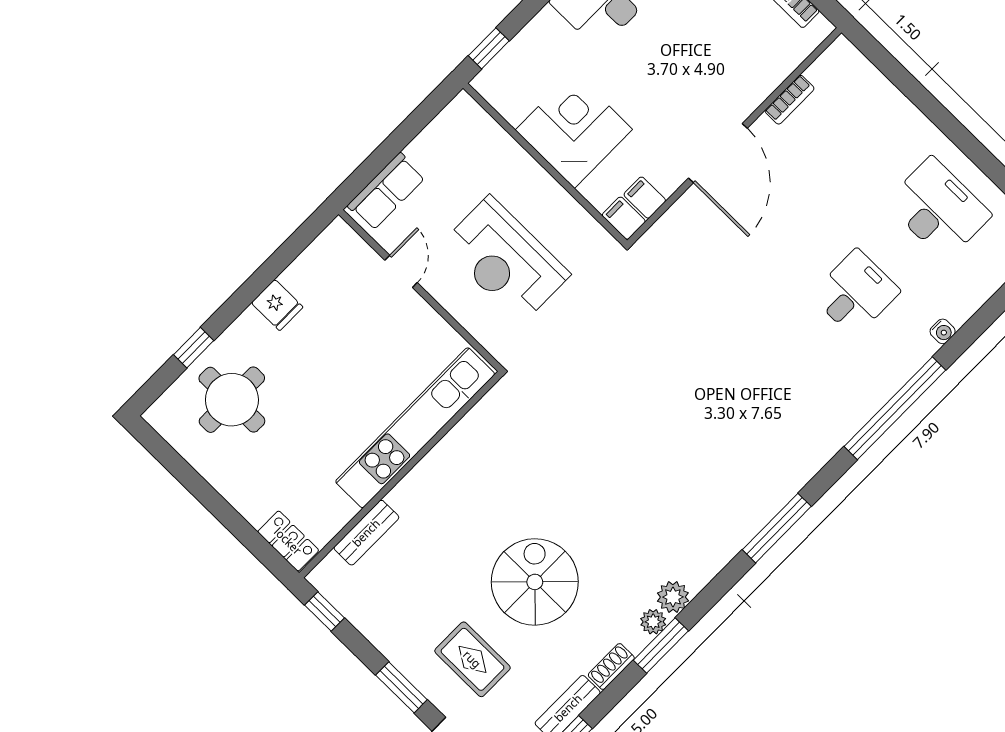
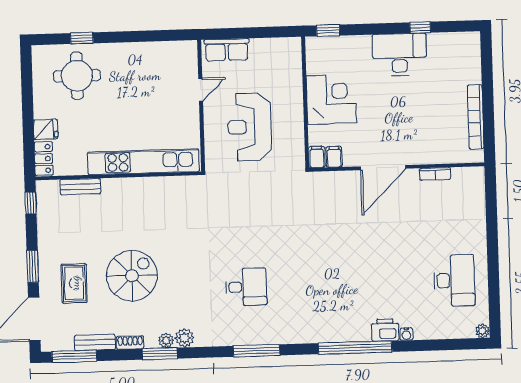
desk: (855, 293) -> (246, 287), moved
fridge: (277, 305) -> (46, 129), moved, turned -90
printer: (911, 351) -> (385, 330), added

